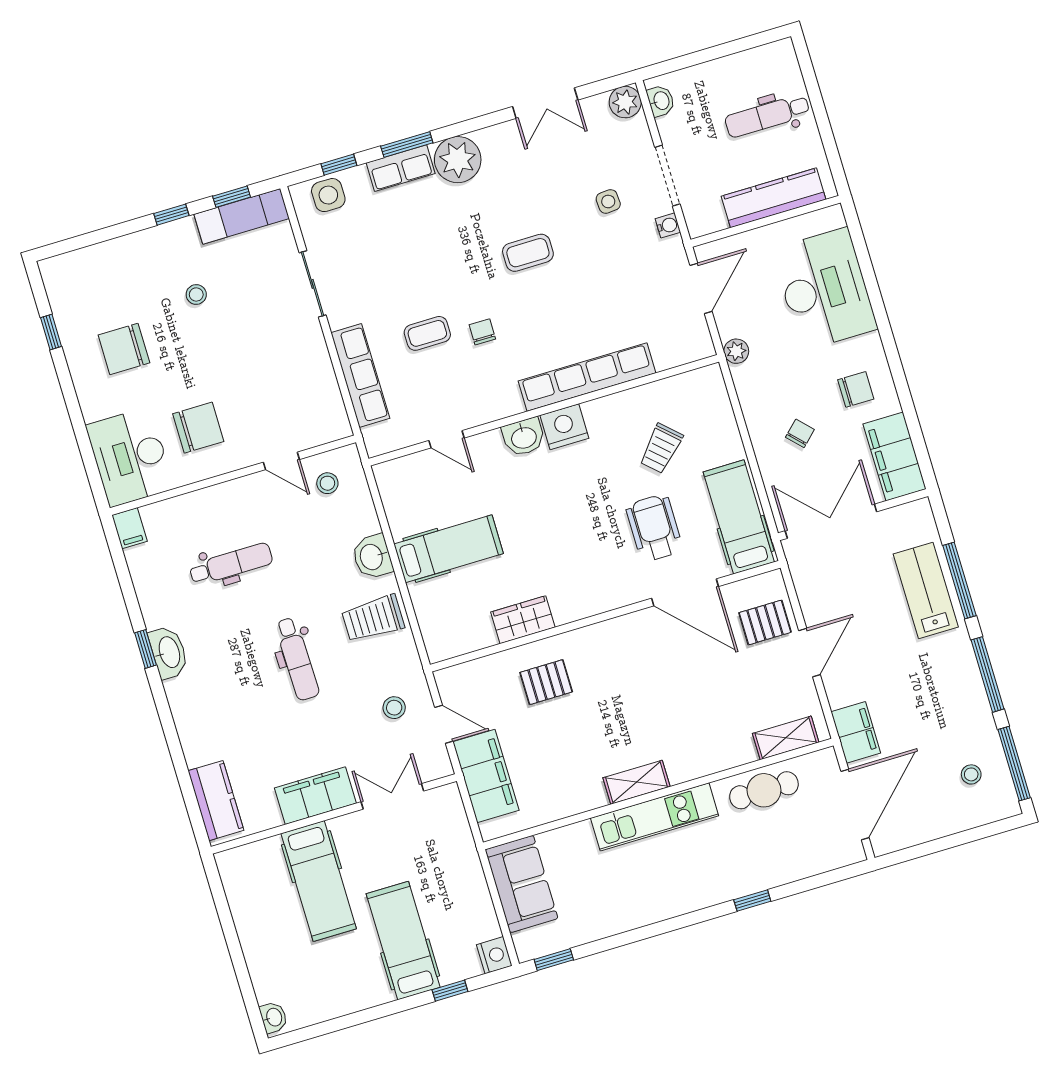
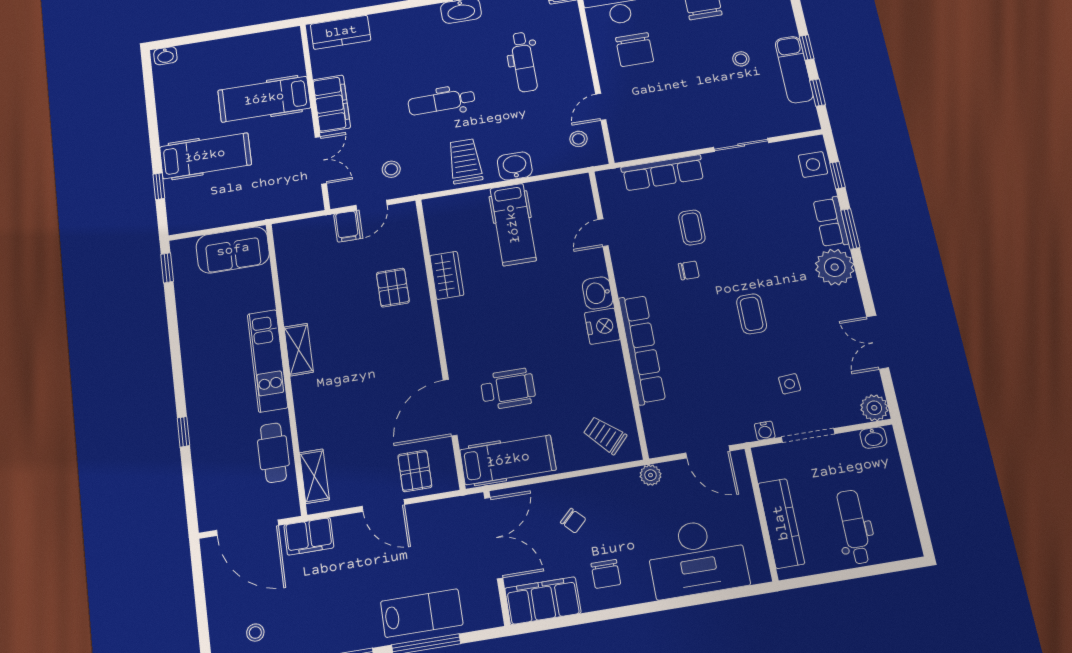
exam couch: (242, 216) -> (794, 70), moved
trolley: (661, 448) -> (605, 435), moved
filing cabinet: (486, 776) -> (347, 226), width x0.33, depth x0.86
nightstand: (494, 955) -> (180, 223), removed

